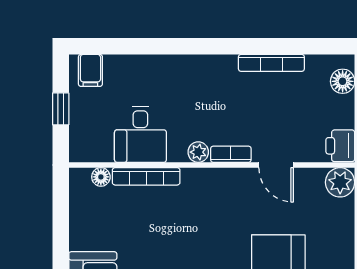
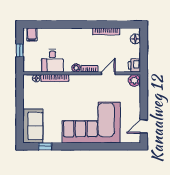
door: (276, 165) -> (108, 73), swing flipped

